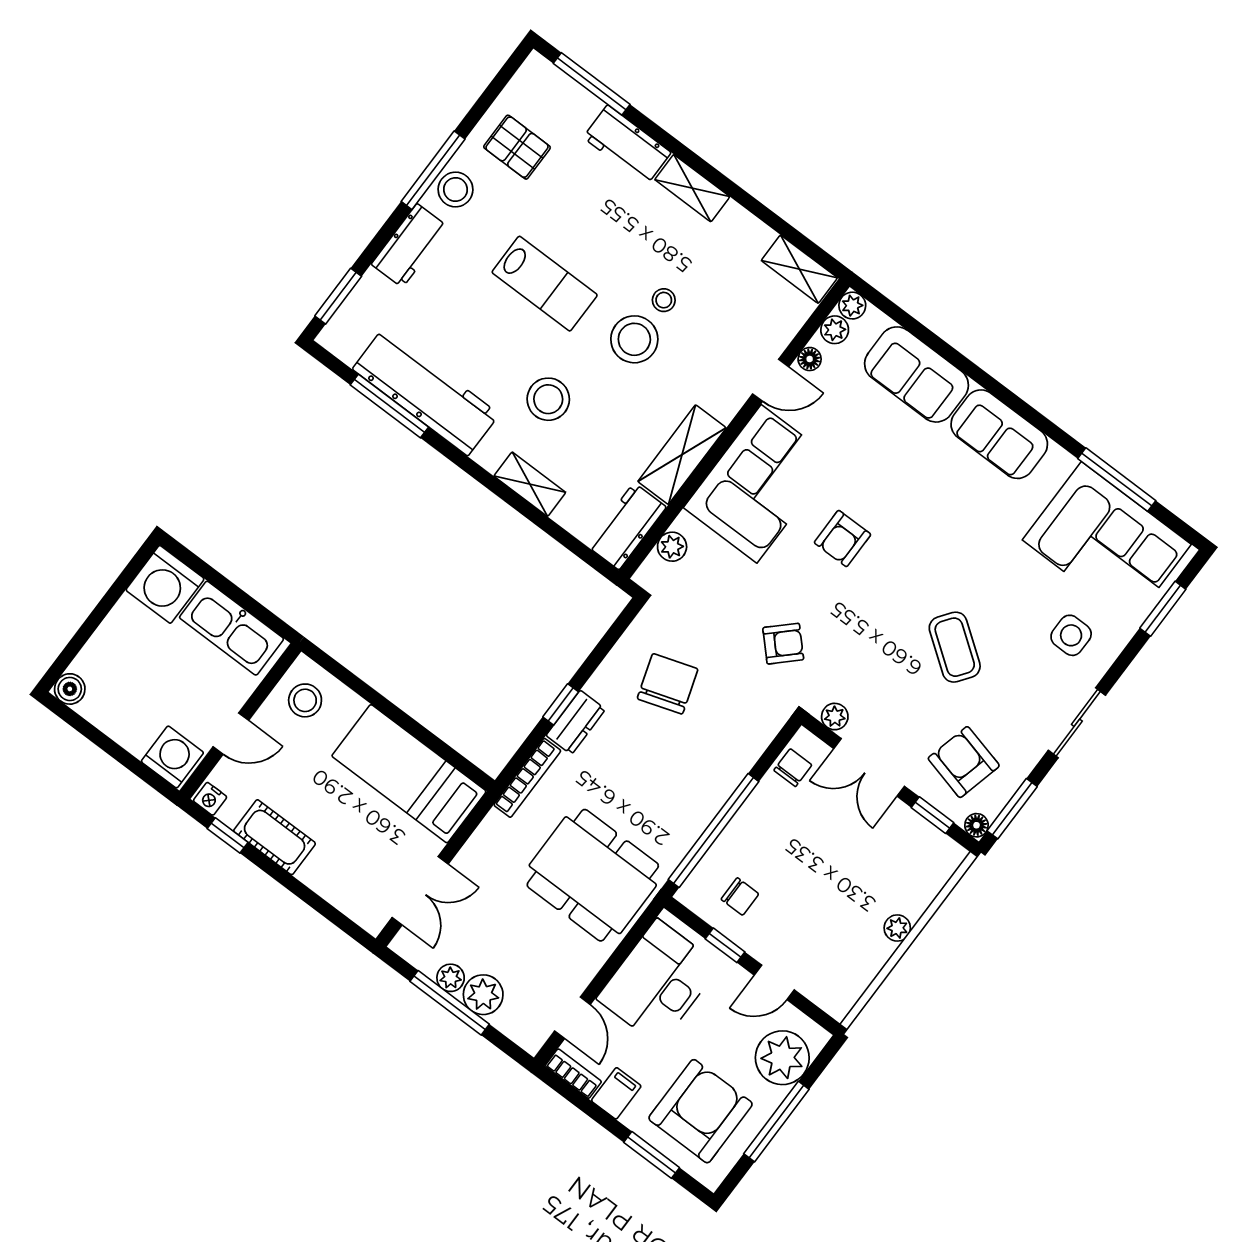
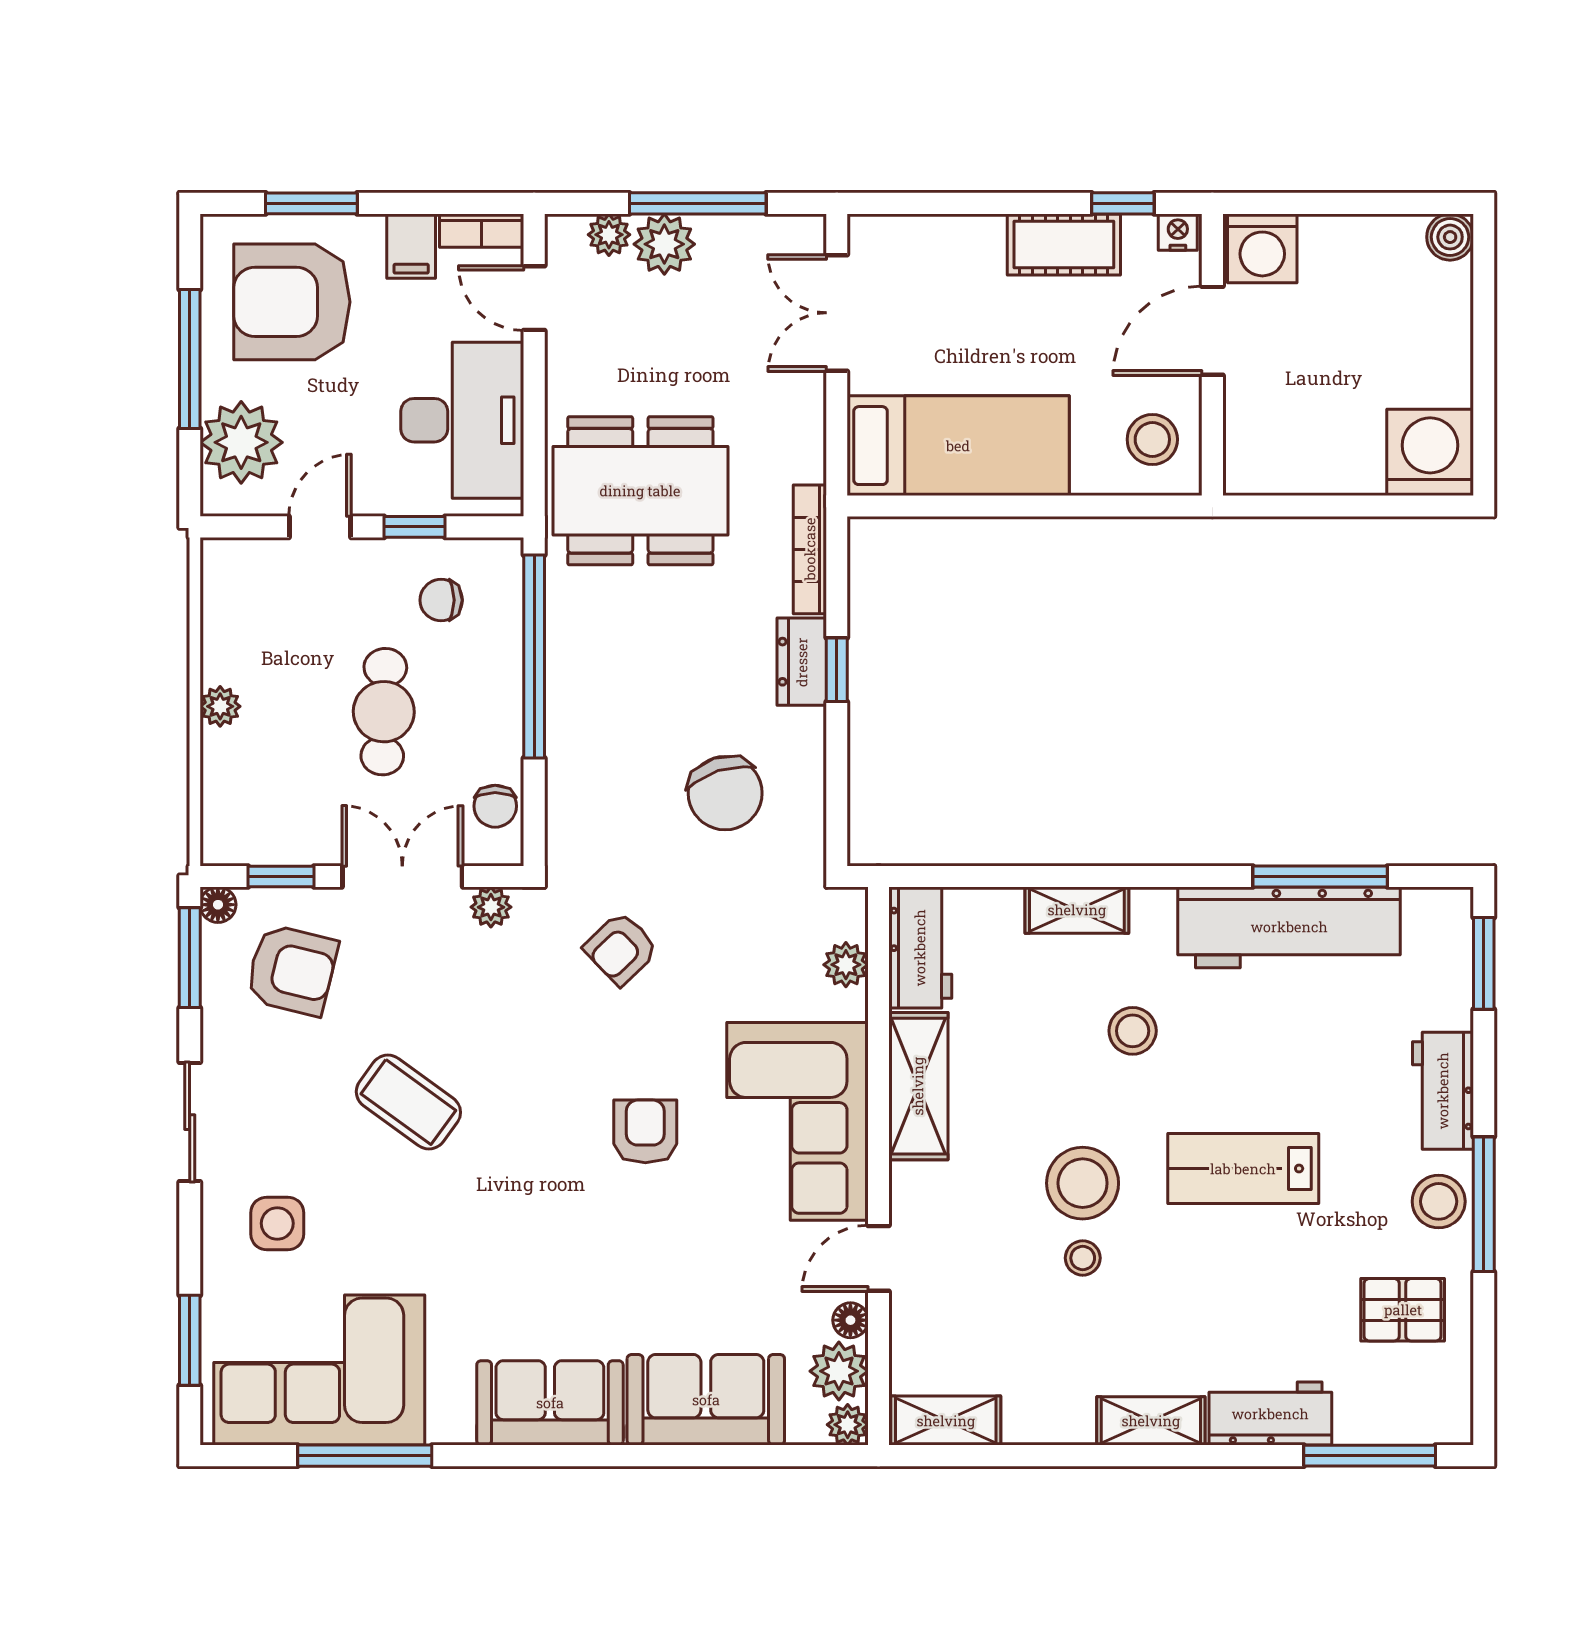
plant: (835, 330) -> (839, 1371), width x1.38, depth x1.38
stool: (548, 399) -> (1133, 1031), width x0.73, depth x0.73
kitchen sink: (232, 628) -> (1309, 460), removed
door: (231, 734) -> (1212, 331), width x1.38
cafe table: (814, 861) -> (384, 712), added
plant: (451, 978) -> (609, 235), moved
armchair: (701, 1111) -> (292, 302), turned 90

